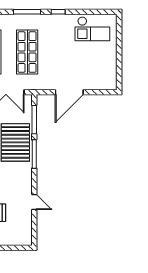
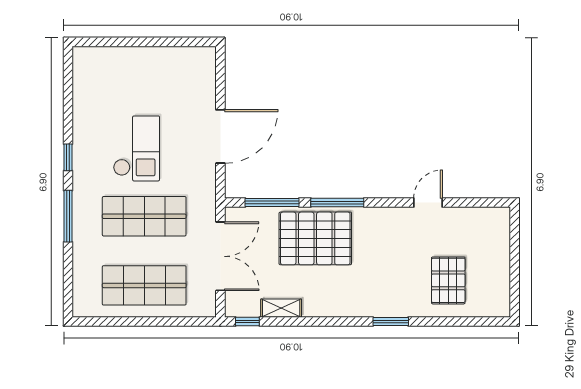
checkout: (92, 29) -> (136, 148), moved
door: (69, 92) -> (220, 136), hinge flipped

